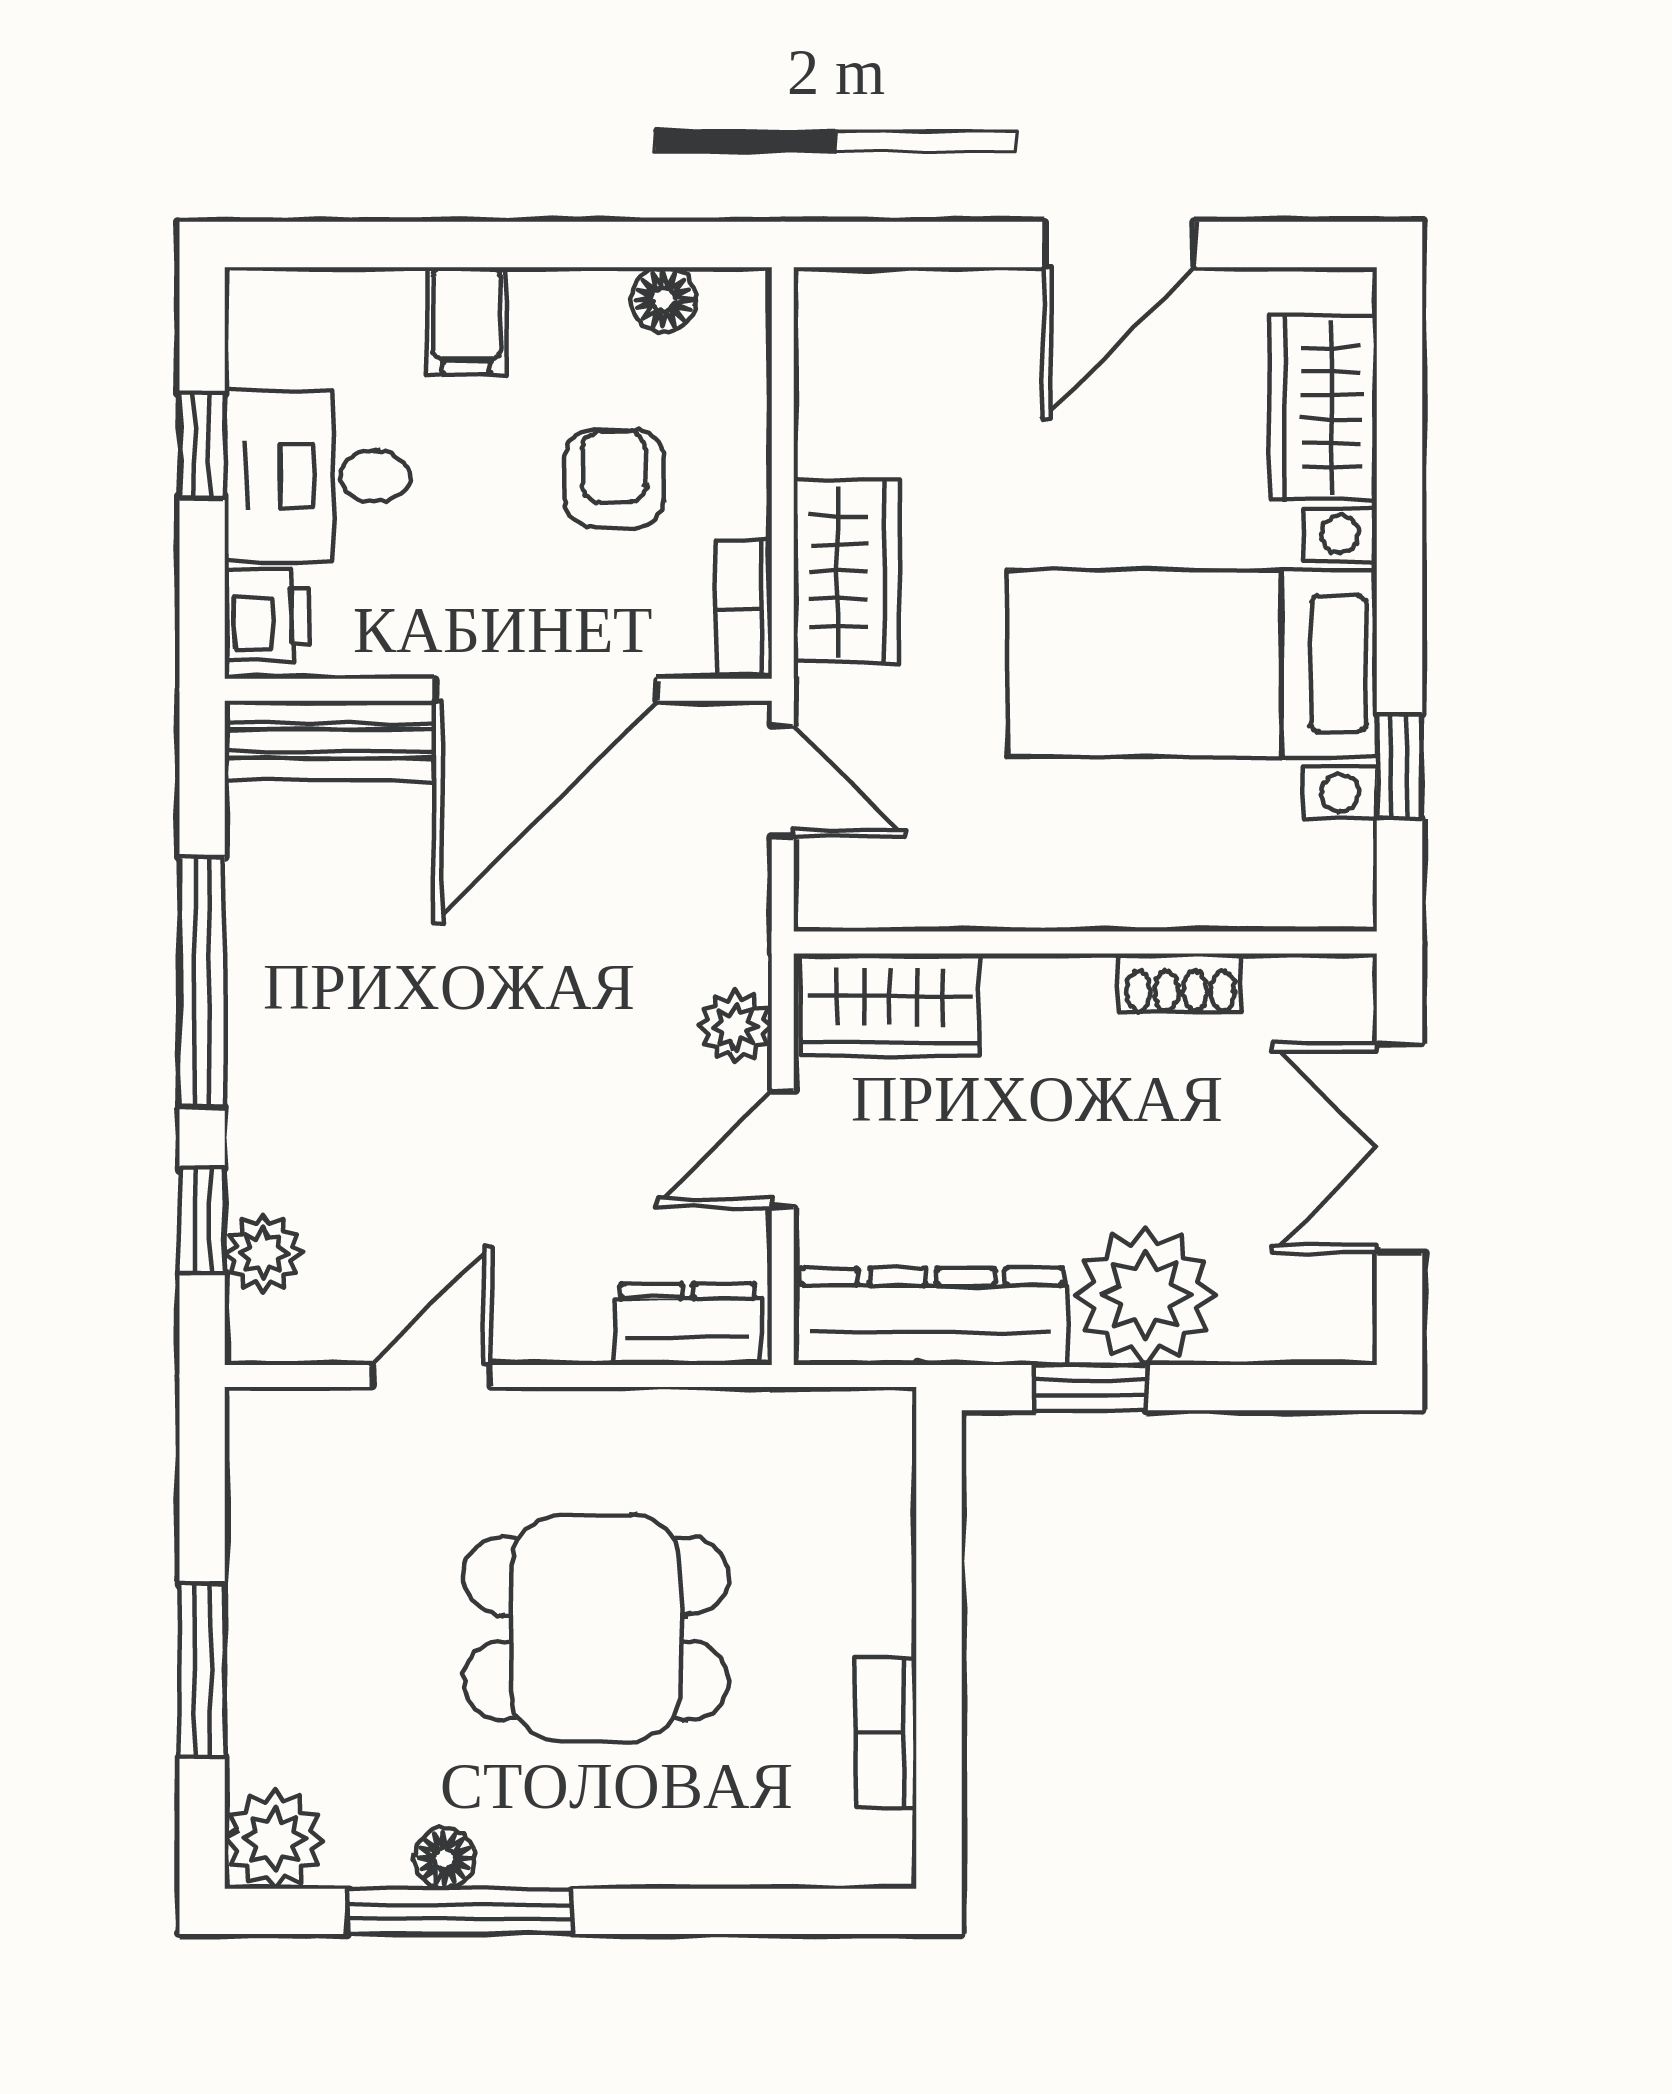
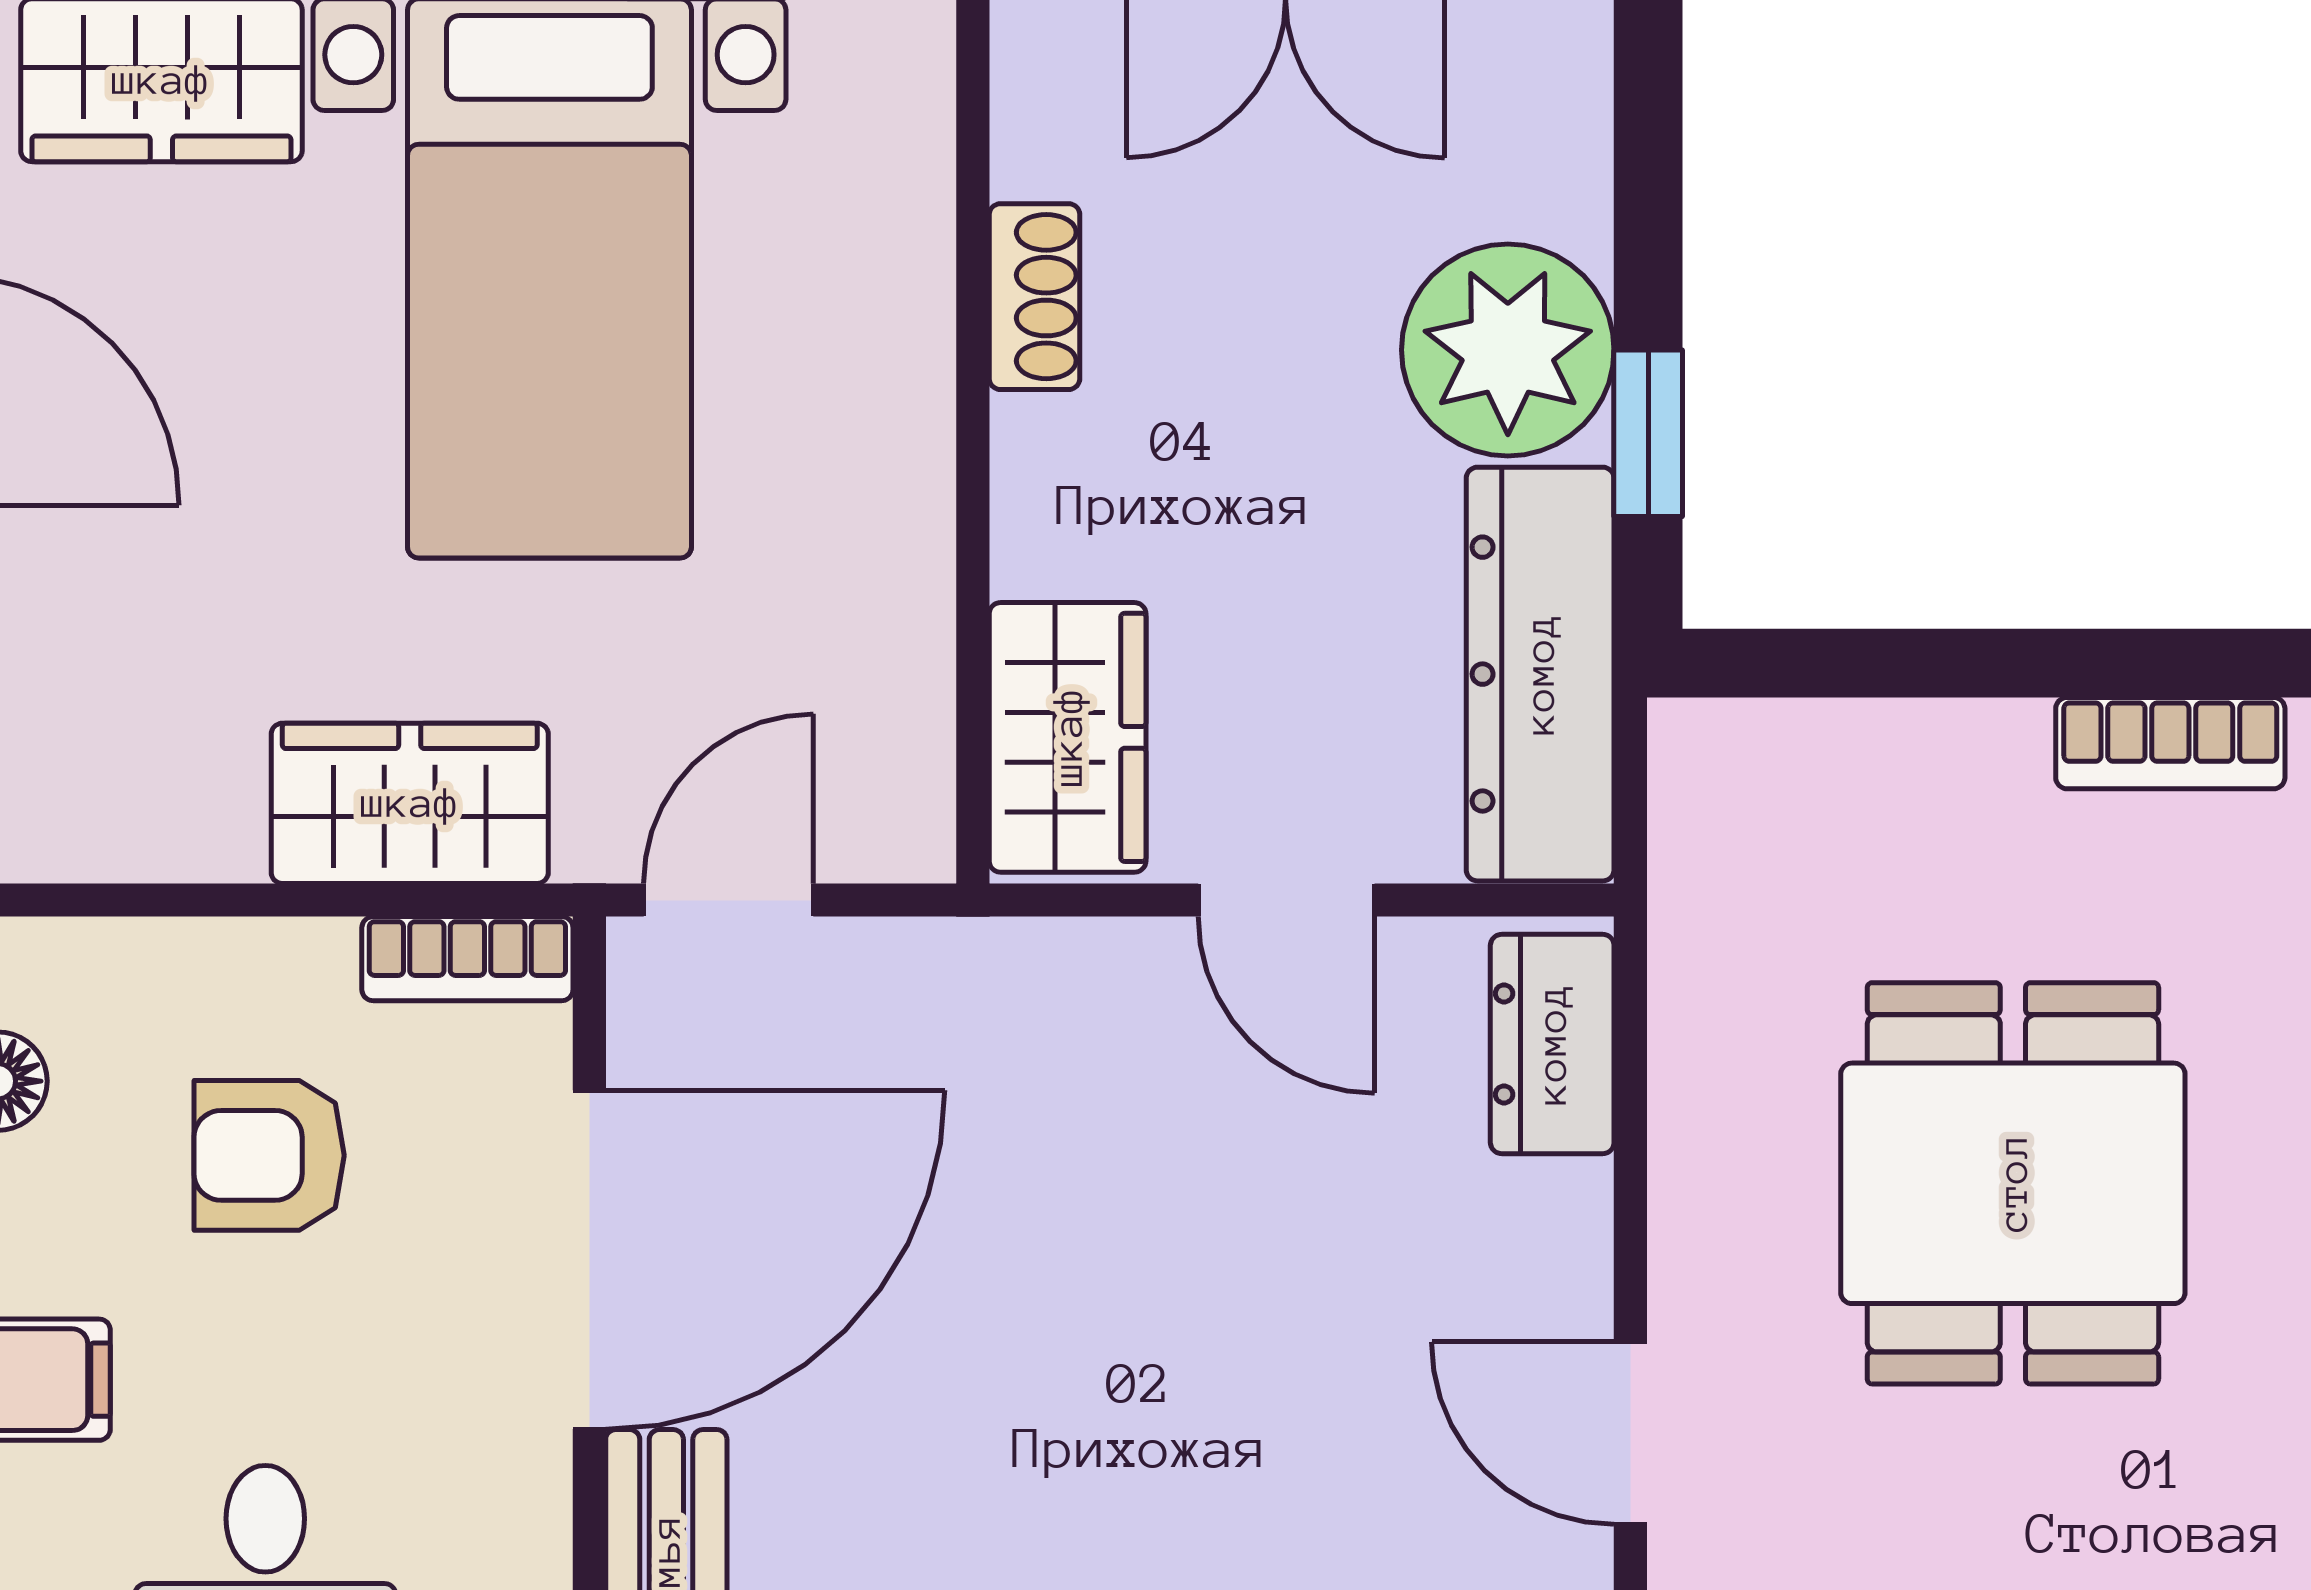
door: (546, 690) -> (589, 1260), hinge flipped
plant: (735, 1027) -> (1101, 972), removed

